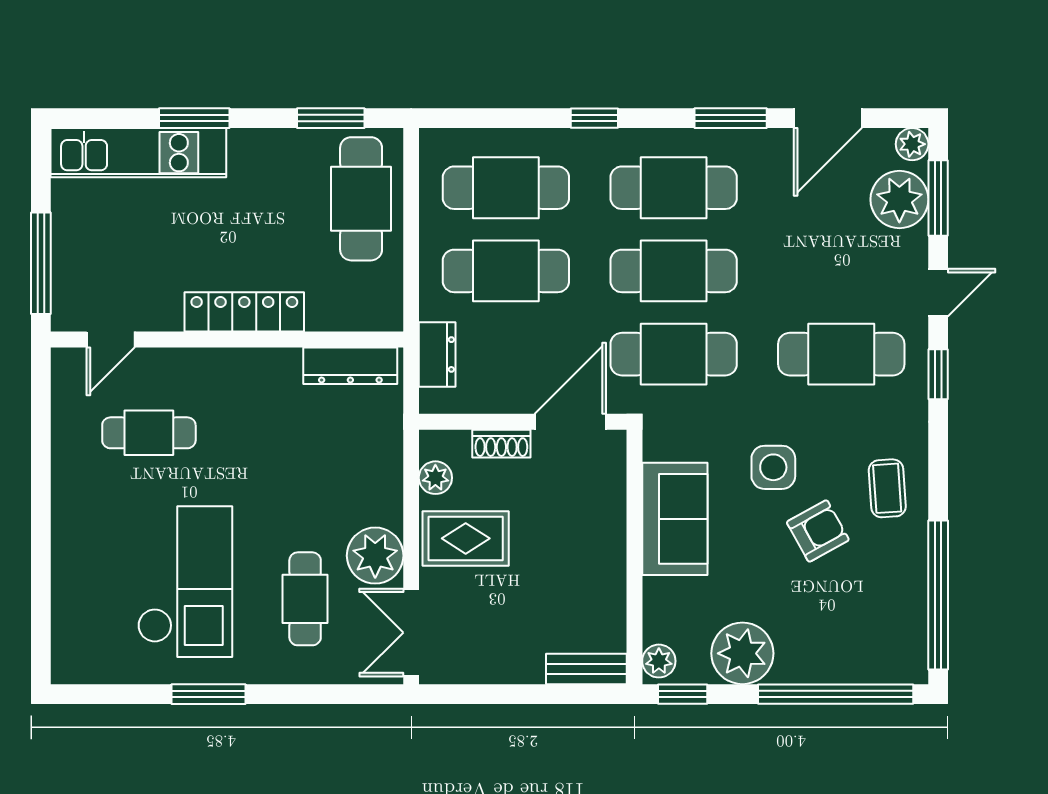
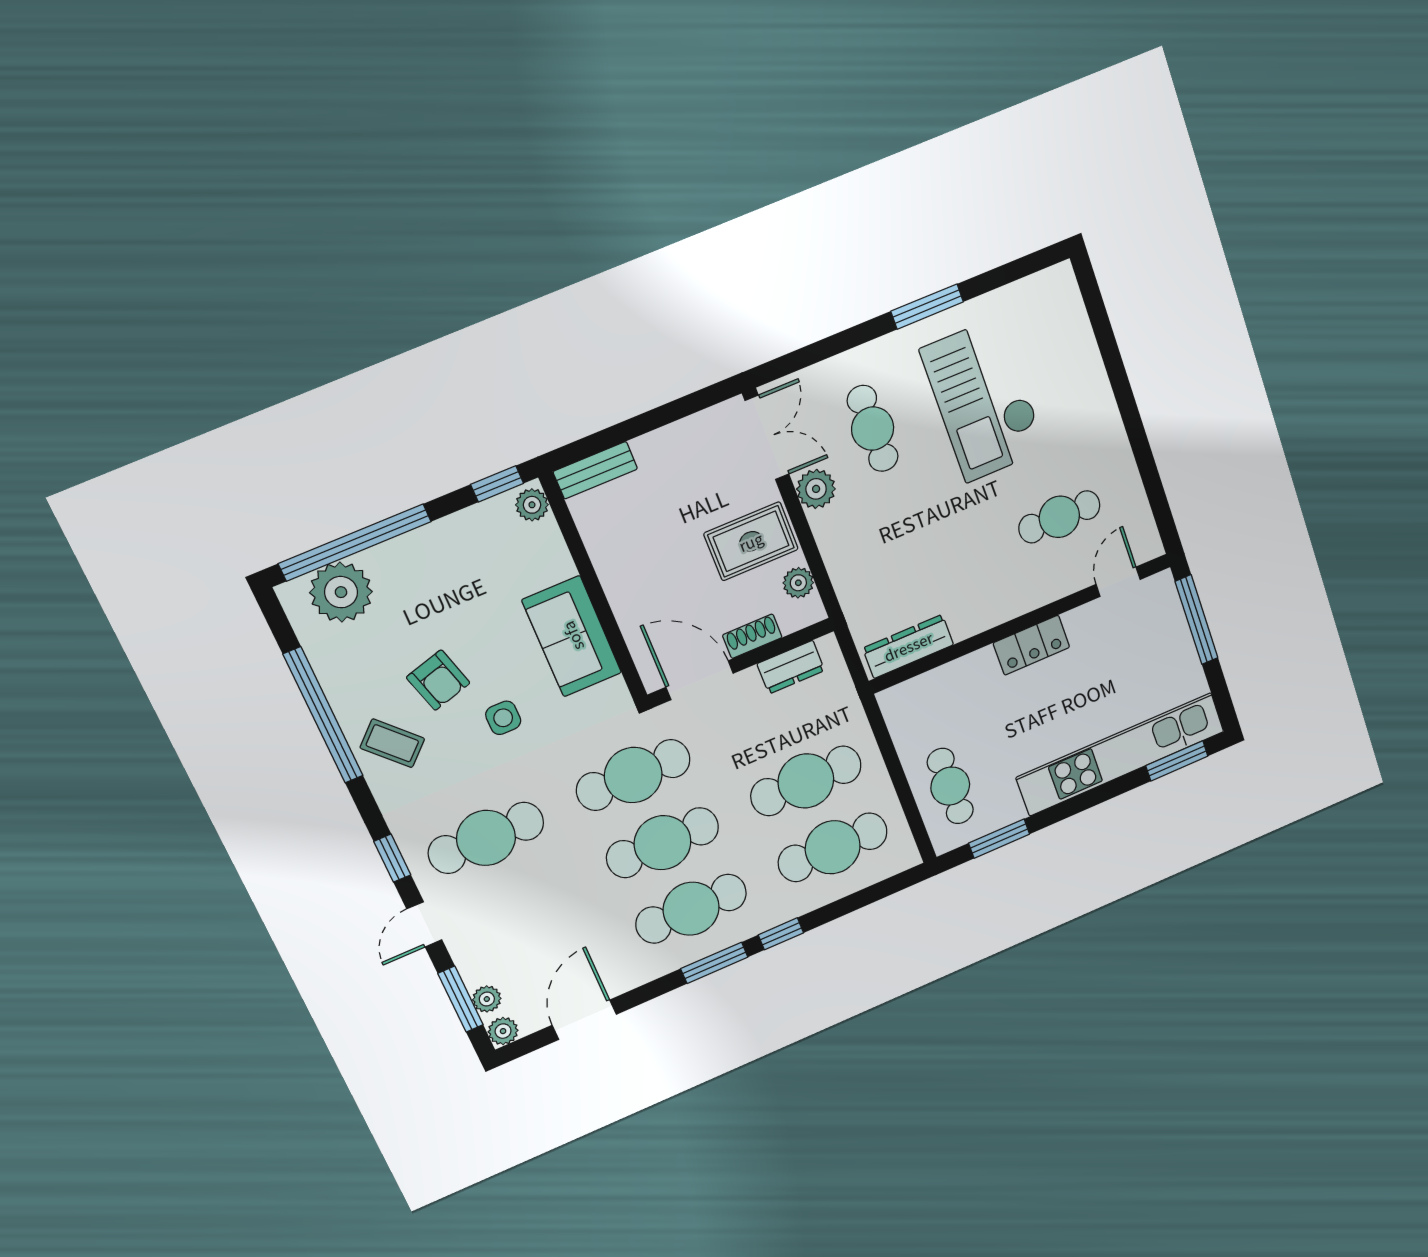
window: (194, 118) -> (1177, 761), moved
window: (731, 118) -> (714, 963), moved
kitchen unit: (138, 153) -> (1120, 754), width x1.36
cafe table: (361, 199) -> (950, 786), width x0.73, depth x0.74
plant: (899, 199) -> (487, 999), width x0.53, depth x0.53
locker: (244, 312) -> (1031, 645), width x0.66
dresser: (437, 355) -> (791, 667), moved, turned -90
door: (570, 422) -> (700, 680), swing flipped
side table: (773, 467) -> (503, 718), width x0.73, depth x0.73
coffee table: (887, 488) -> (392, 743), turned -40
armchair: (818, 531) -> (438, 680), turned -77
plant: (375, 556) -> (816, 489), width x0.73, depth x0.73
window: (938, 595) -> (323, 715), moved
plant: (742, 653) -> (341, 592), moved

